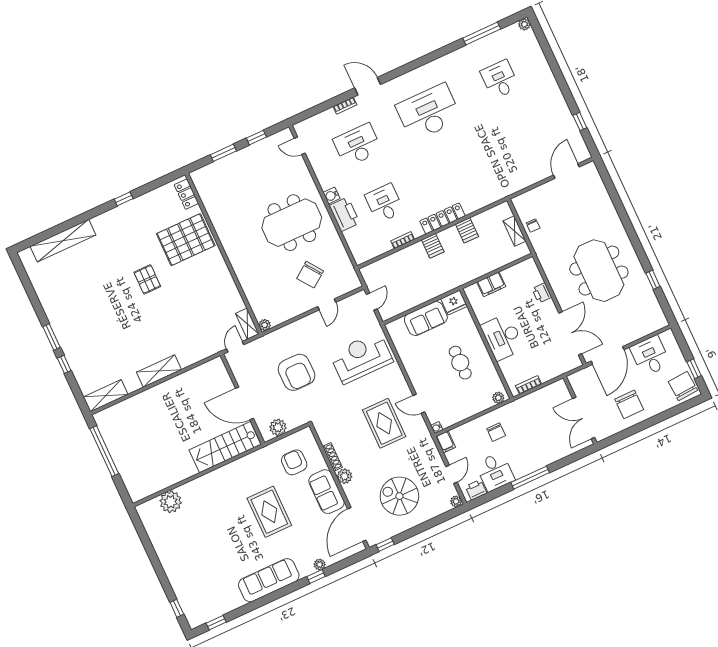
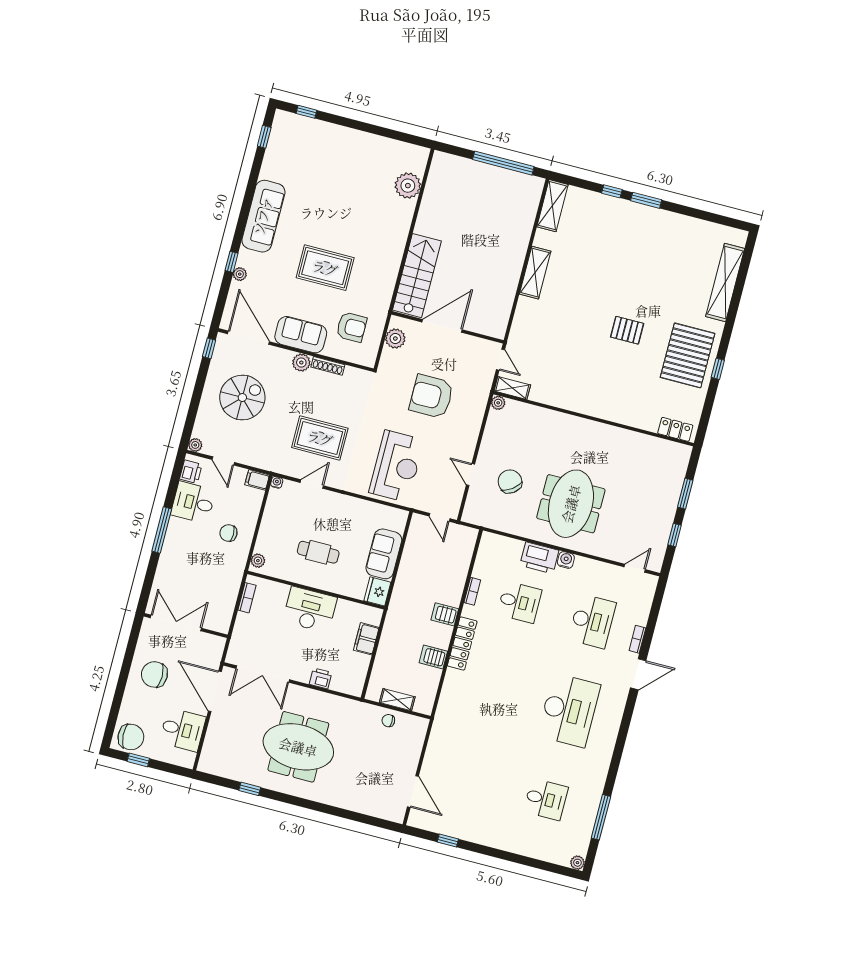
pallet: (186, 240) -> (688, 355), moved

